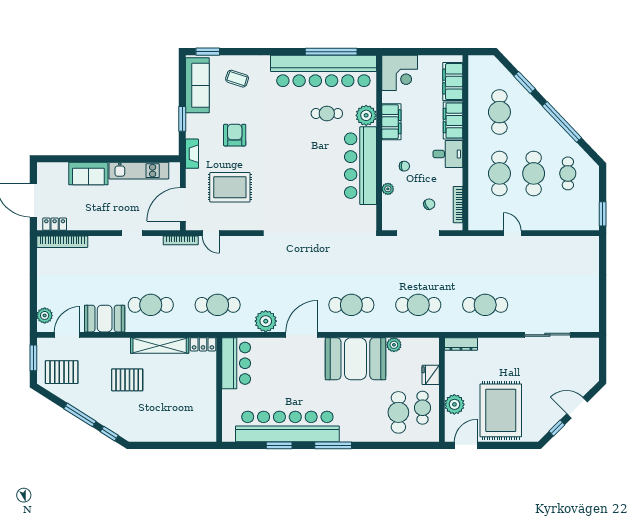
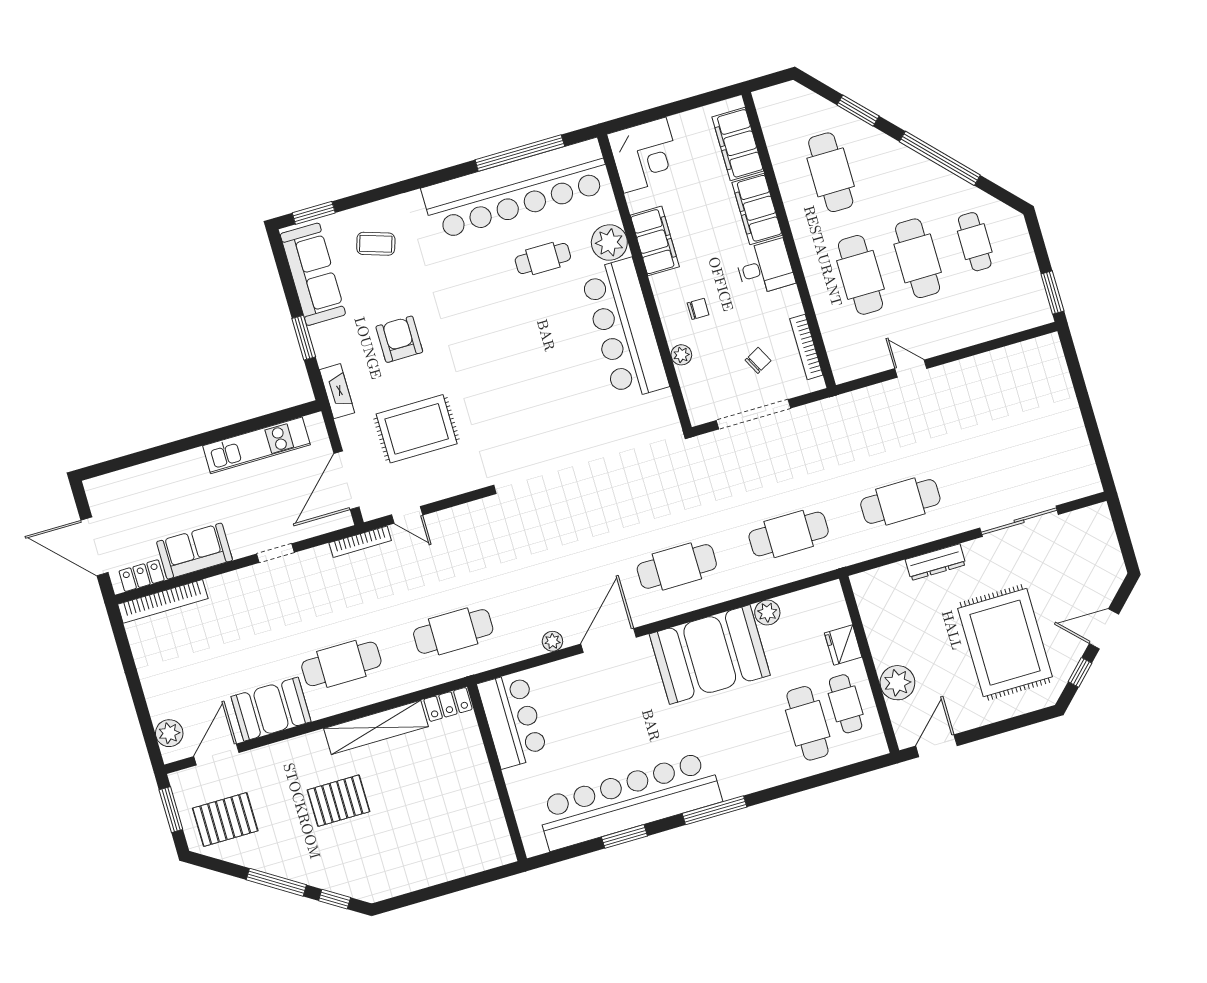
sofa: (88, 174) -> (195, 551), moved, turned 180
plant: (266, 321) -> (552, 641), width x0.53, depth x0.53
dresser: (461, 344) -> (936, 562), moved
rug: (501, 410) -> (1005, 643), moved

